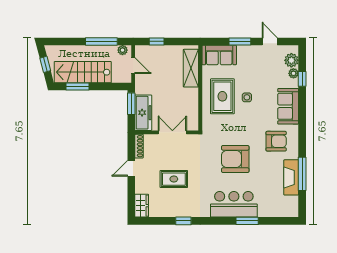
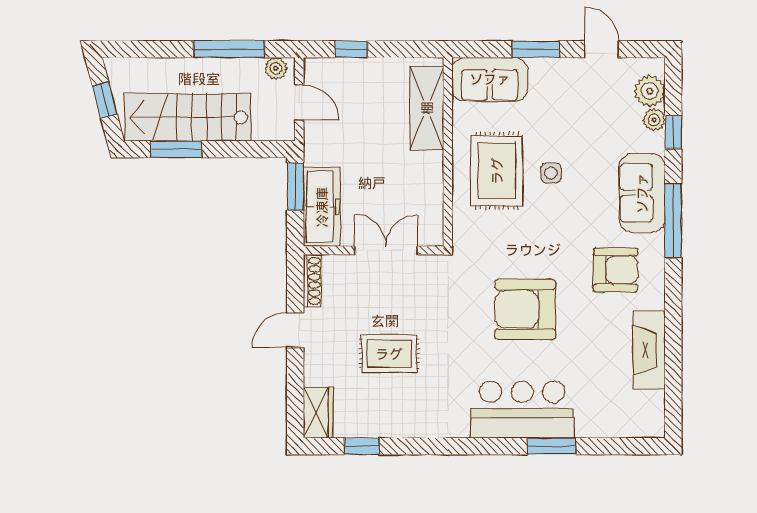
window: (302, 174) -> (673, 221), moved
window: (183, 221) -> (362, 446), moved

